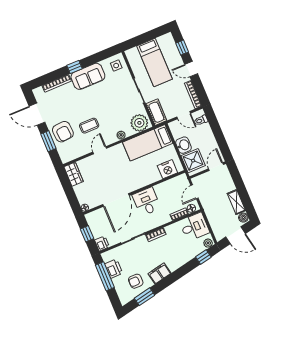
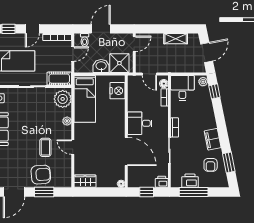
door: (217, 131) -> (101, 29), added
door: (216, 167) -> (134, 44), swing flipped
boiler: (243, 218) -> (193, 38), removed

